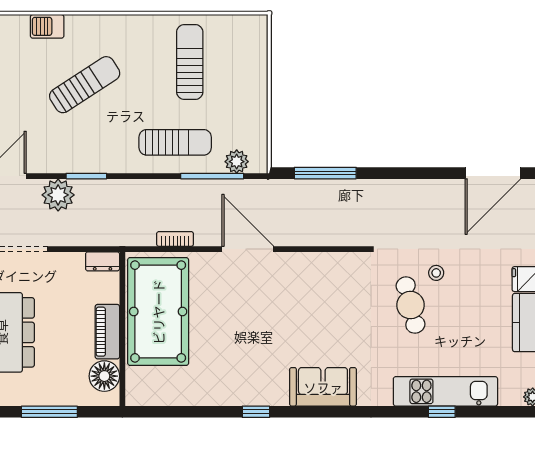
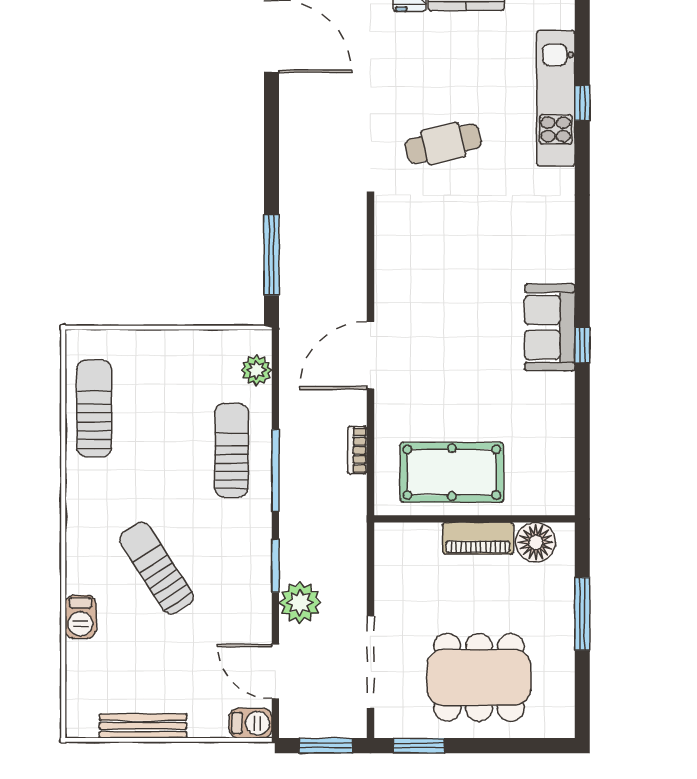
sun lounger: (190, 62) -> (94, 408), moved, turned 90
window: (212, 176) -> (275, 471), moved
dresser: (103, 261) -> (386, 545), removed
stool: (436, 273) -> (402, 110), removed
pool table: (158, 312) -> (452, 472), width x0.73, depth x0.76
sofa: (323, 387) -> (550, 327), moved

